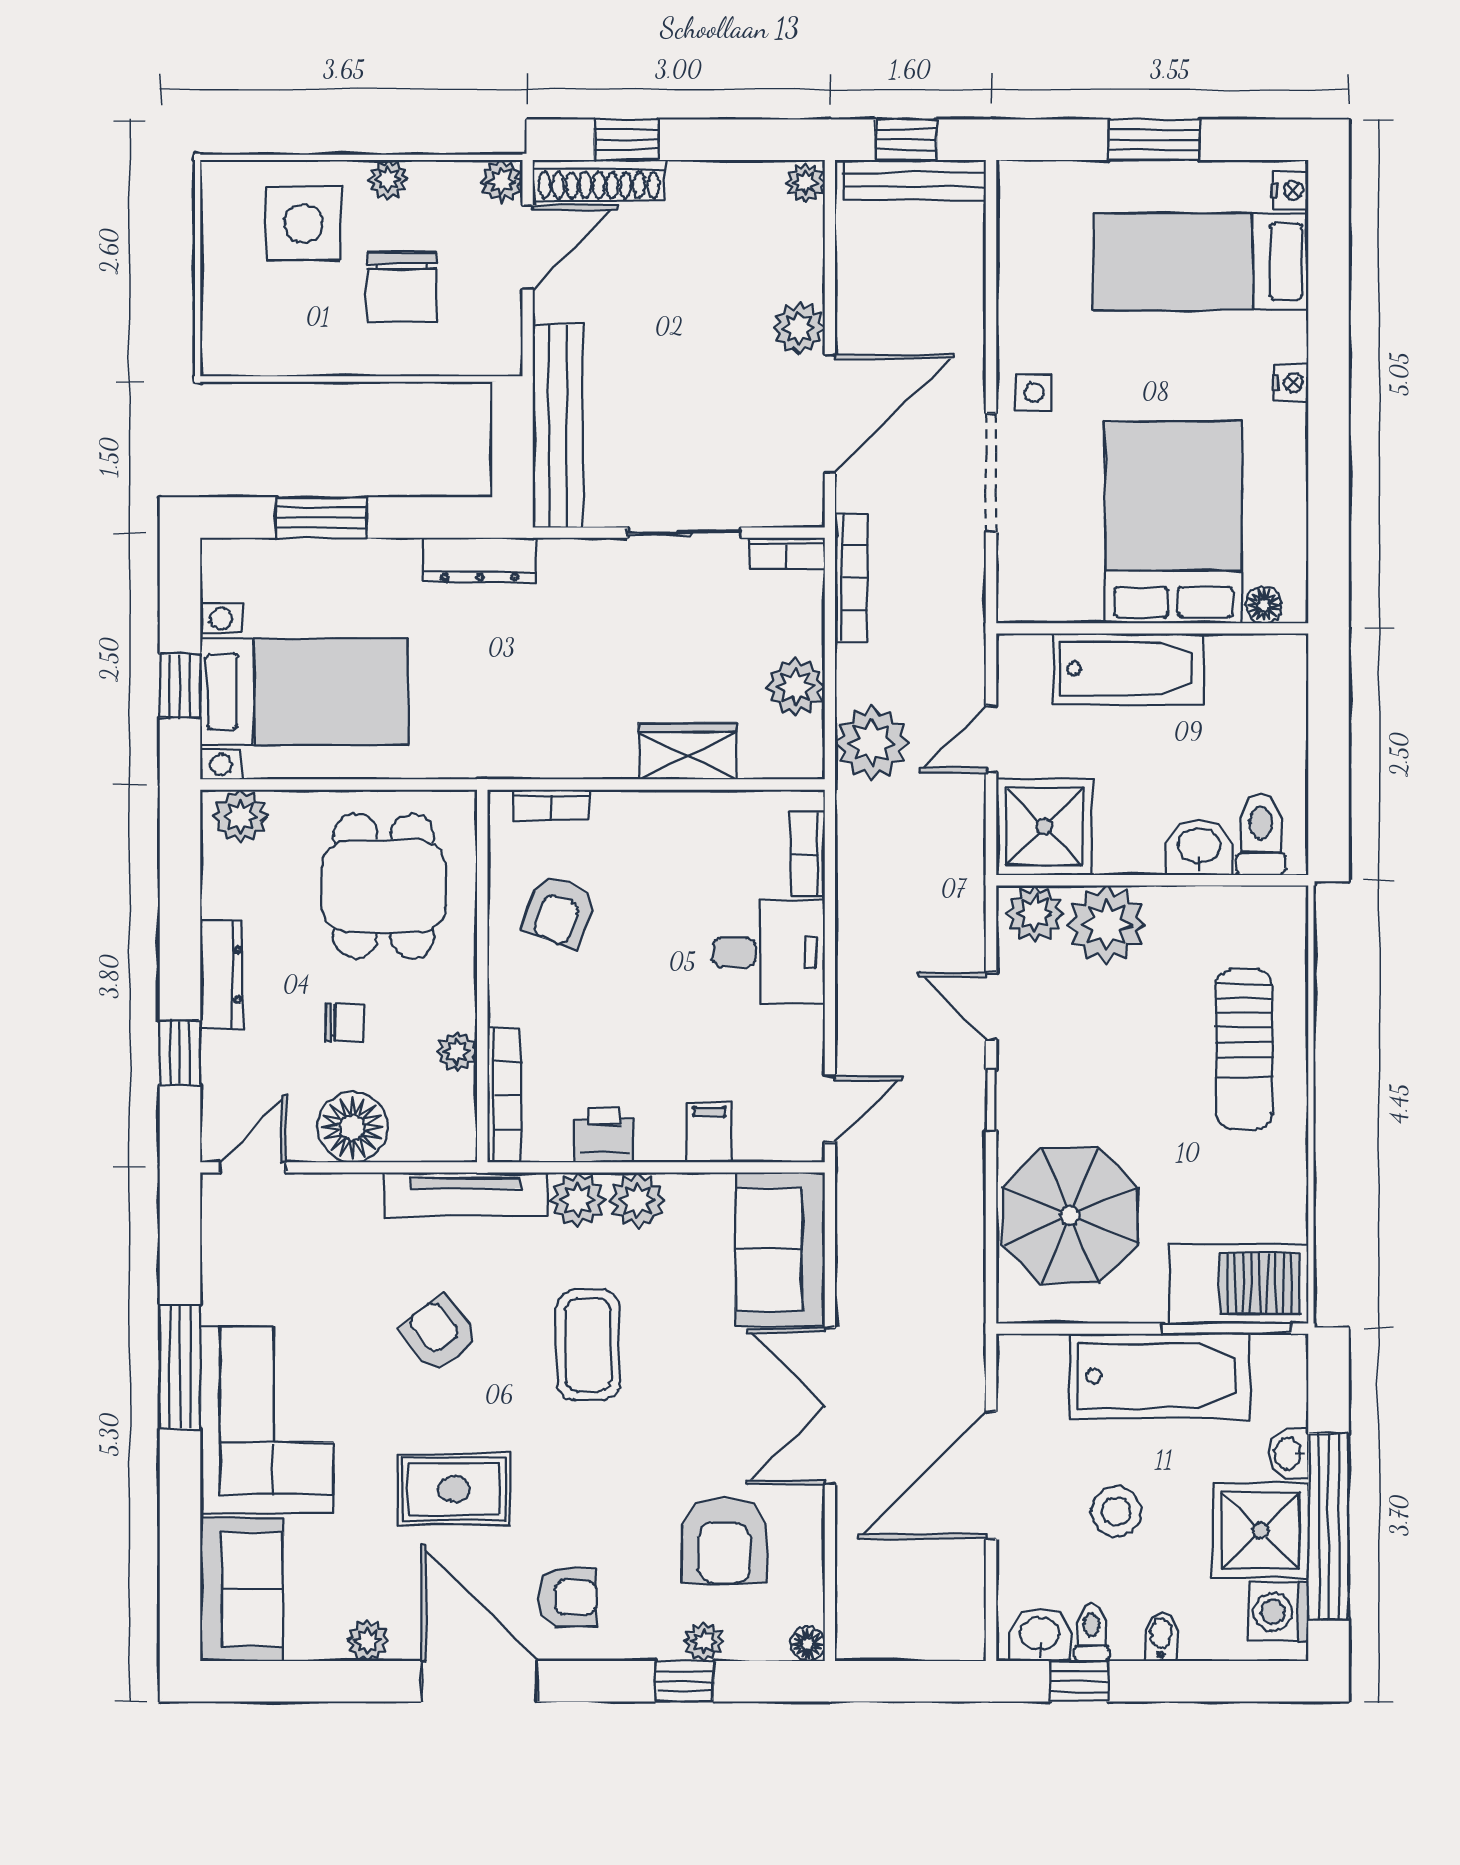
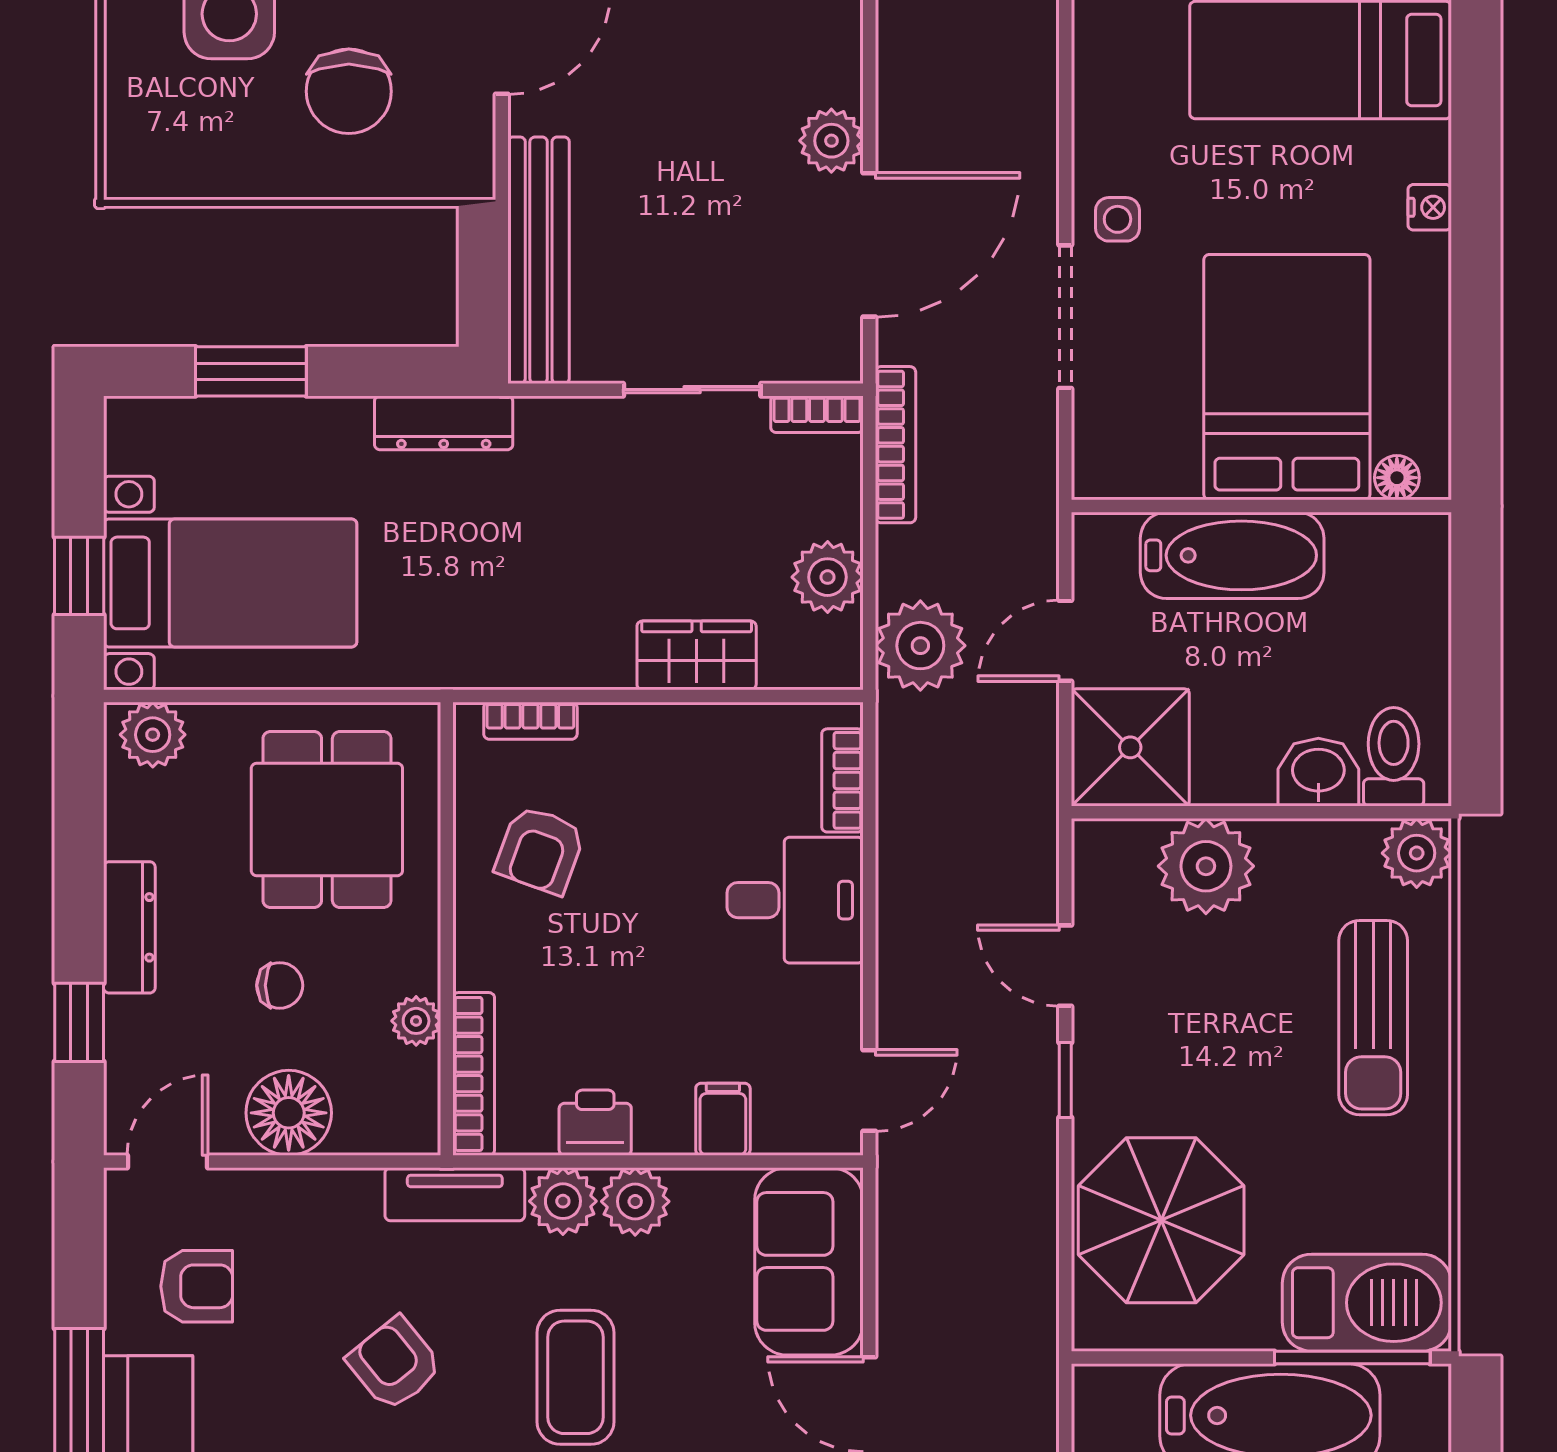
plant: (1035, 914) -> (1417, 853), moved
tv unit: (466, 1194) -> (455, 1194), width x0.71
armchair: (277, 1270) -> (197, 1286), added

